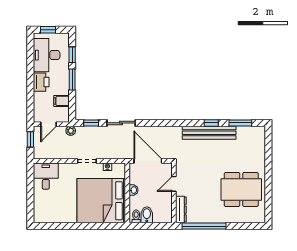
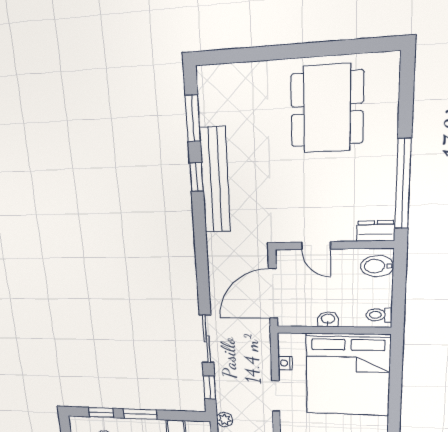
dresser: (181, 210) -> (376, 231), width x0.70
bidet: (147, 215) -> (377, 266), moved

